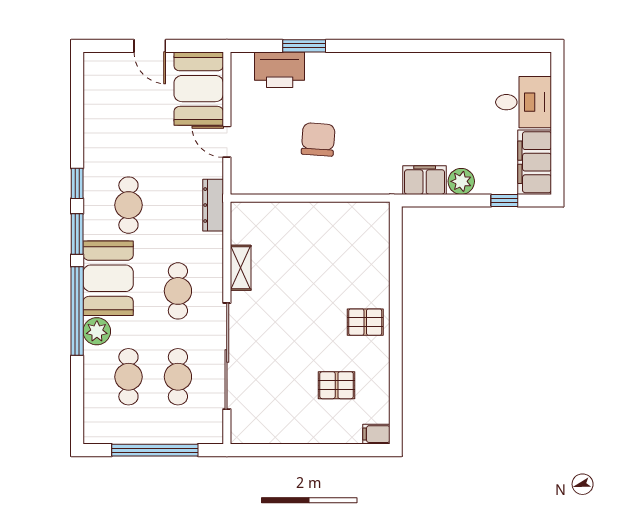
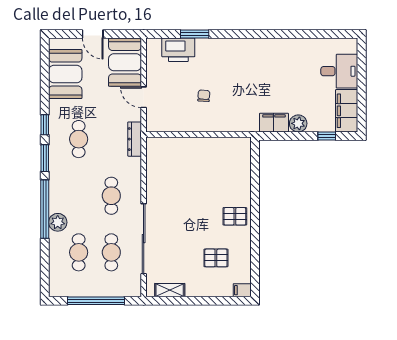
chair: (318, 139) -> (204, 96), width x0.54, depth x0.54
shelving: (241, 268) -> (170, 290), moved, turned 90
booth: (108, 278) -> (65, 74), moved

